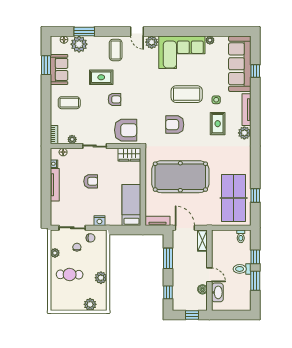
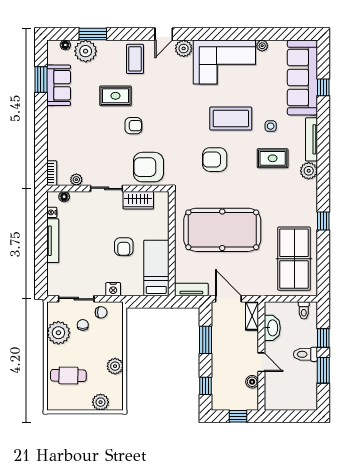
door: (137, 32) -> (164, 34), hinge flipped
coffee table: (69, 103) -> (72, 130), removed
rug: (218, 124) -> (273, 158), turned 90
armchair: (126, 130) -> (148, 167), turned 180
wardrobe: (129, 155) -> (138, 200), moved
armchair: (91, 181) -> (124, 247), moved, turned 90
window: (255, 195) -> (323, 221), moved
plant: (55, 253) -> (58, 333), width x1.88, depth x1.88
cafe table: (70, 275) -> (68, 375), moved
washbasin: (217, 292) -> (272, 328), moved

